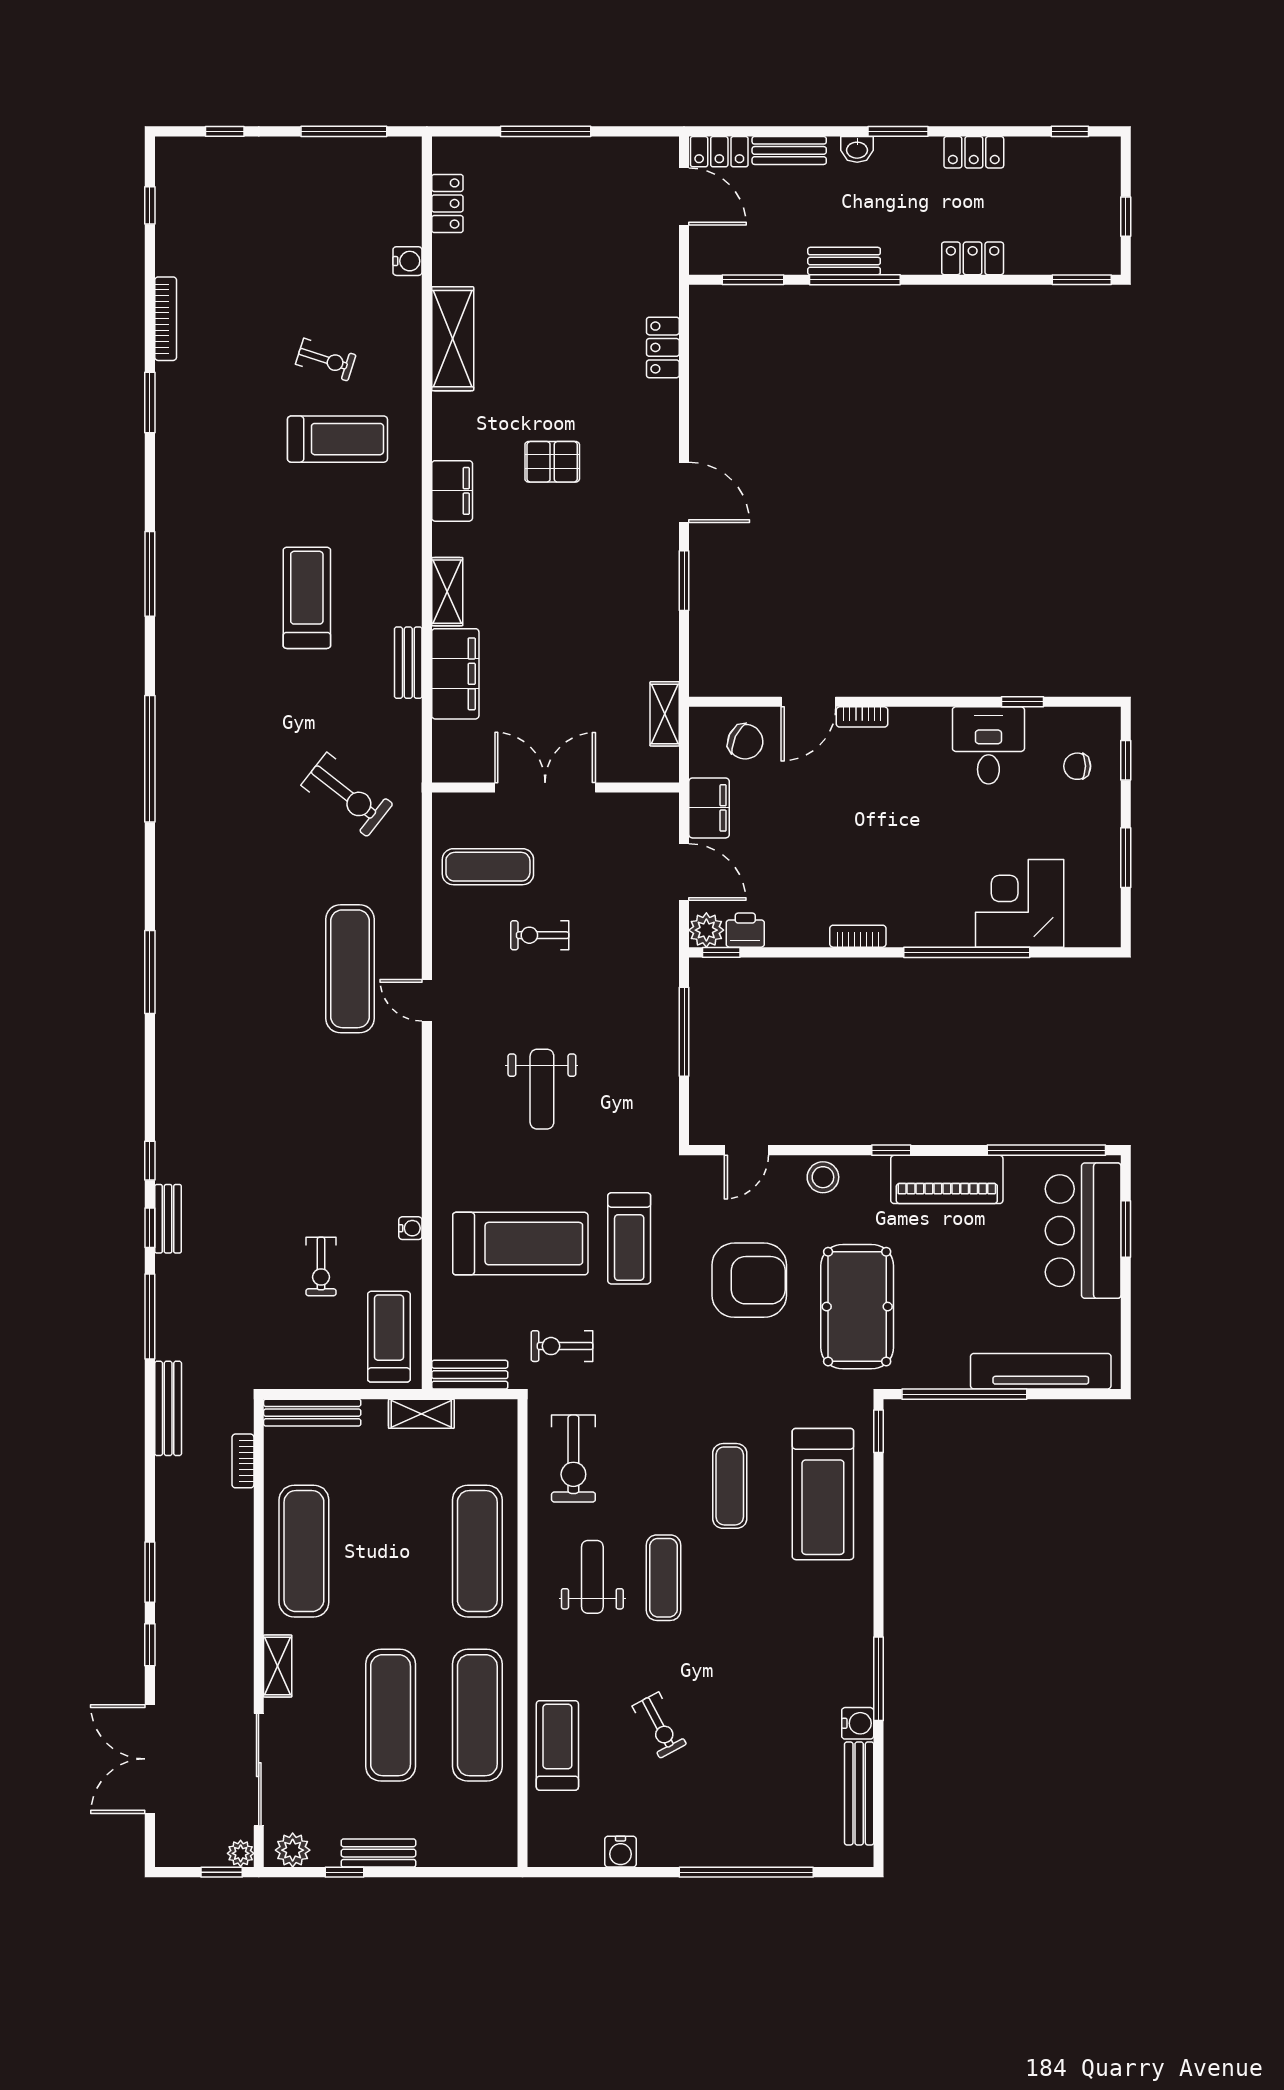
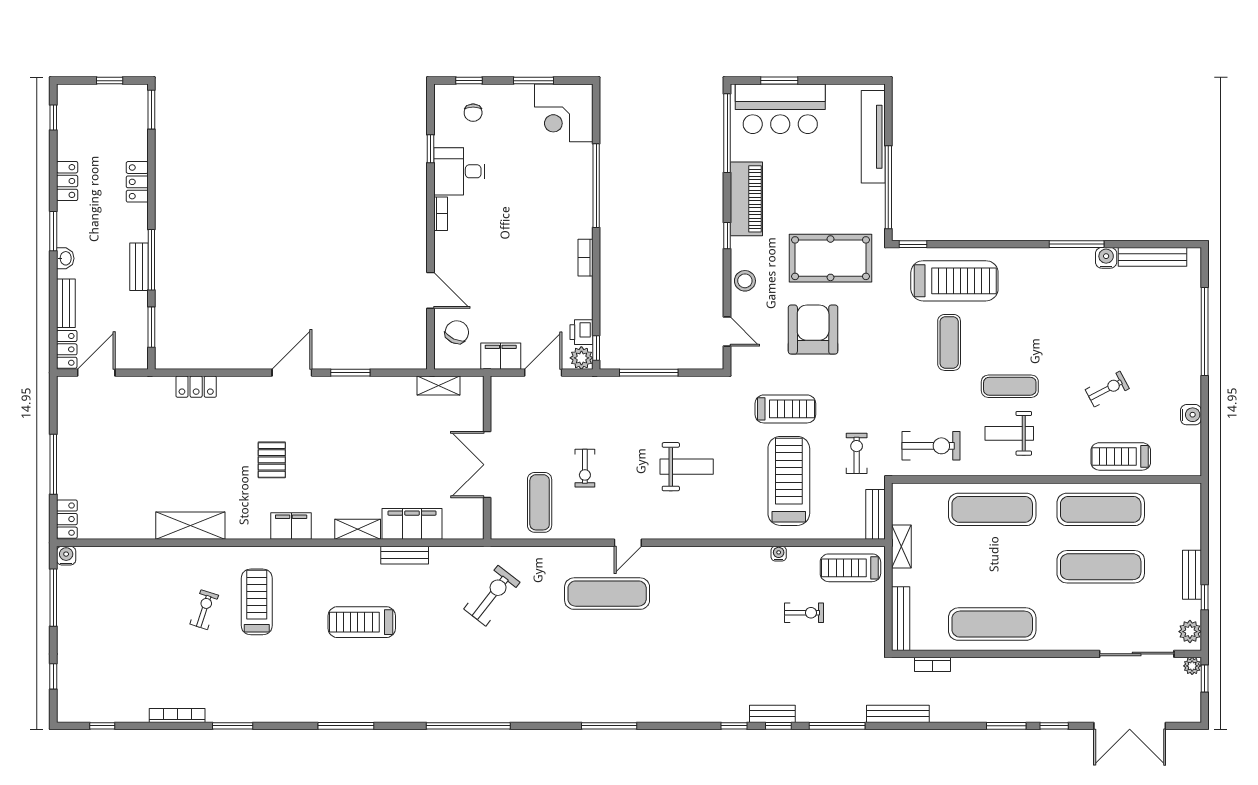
locker: (447, 203) -> (67, 519), moved, turned 90
water cooler: (407, 261) -> (66, 556), moved
bookcase: (862, 717) -> (441, 214), moved
corner desk: (1020, 903) -> (564, 113), moved
exercise bike: (562, 1346) -> (857, 453), turned 180
exercise mat: (730, 1486) -> (949, 342), turned 90
shelving: (278, 1666) -> (1068, 641), removed

